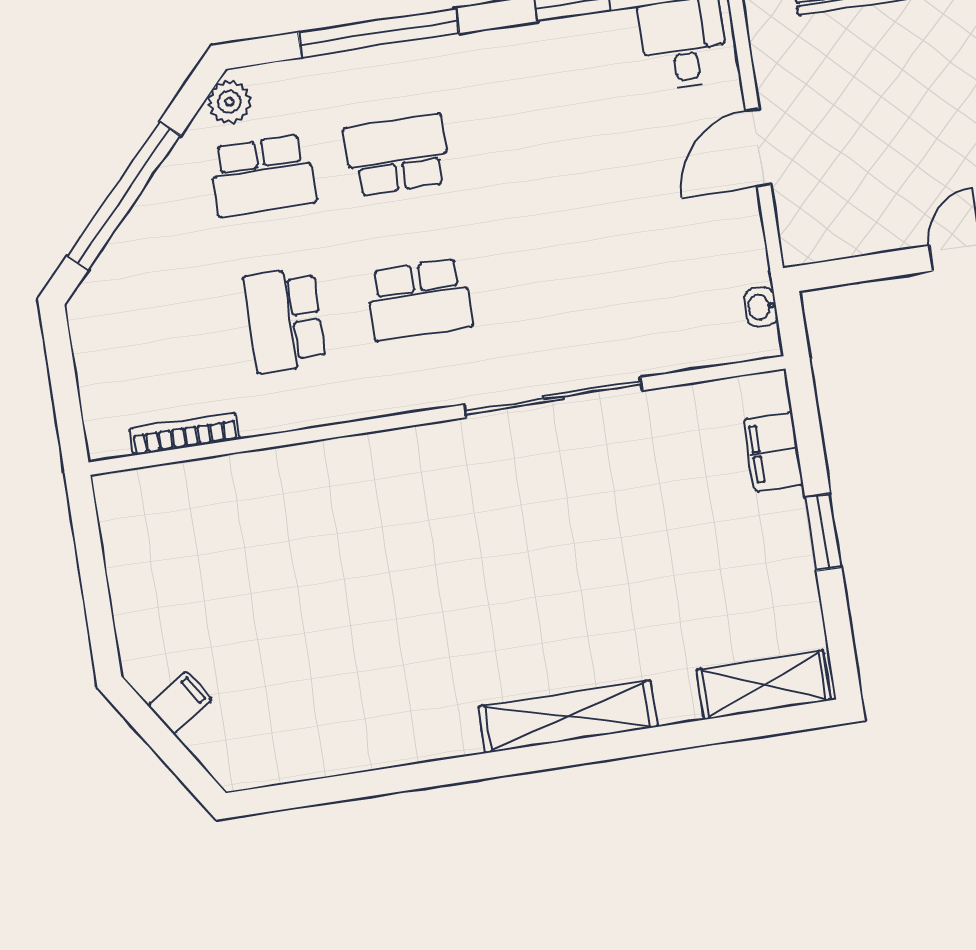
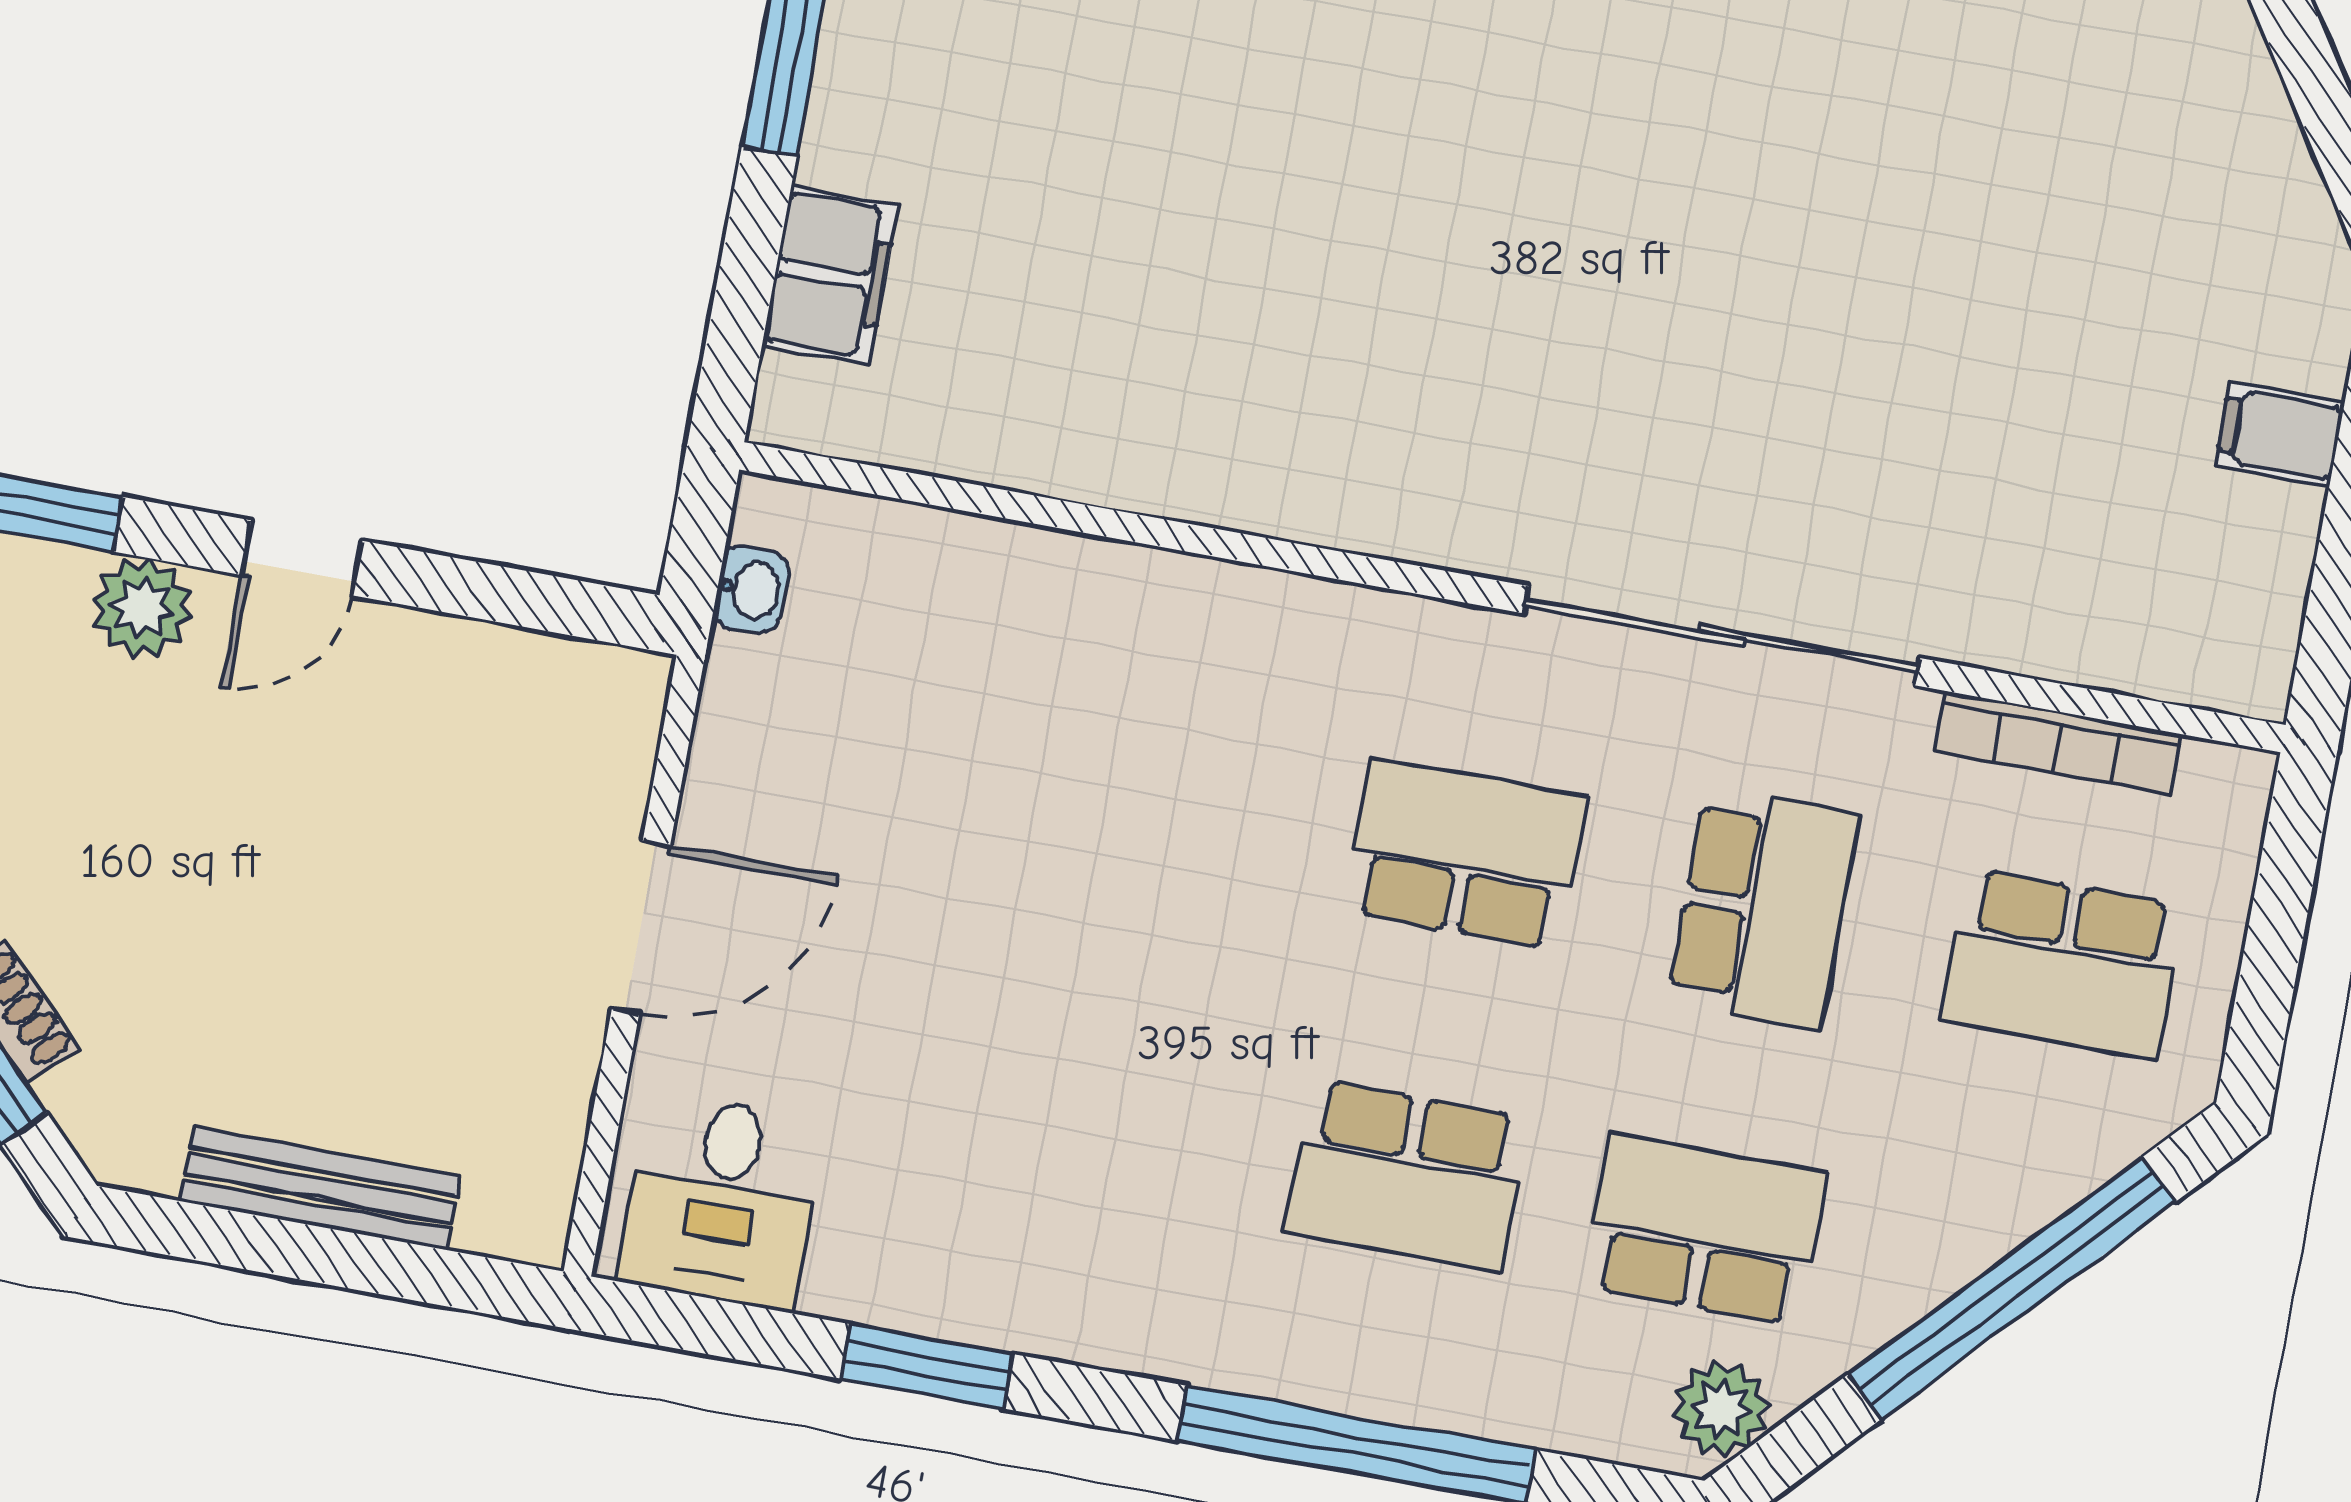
school desk: (150, 341) -> (2062, 964), added
sliding door: (553, 398) -> (1722, 636), moved
filing cabinet: (180, 702) -> (2280, 434), moved, turned 33

